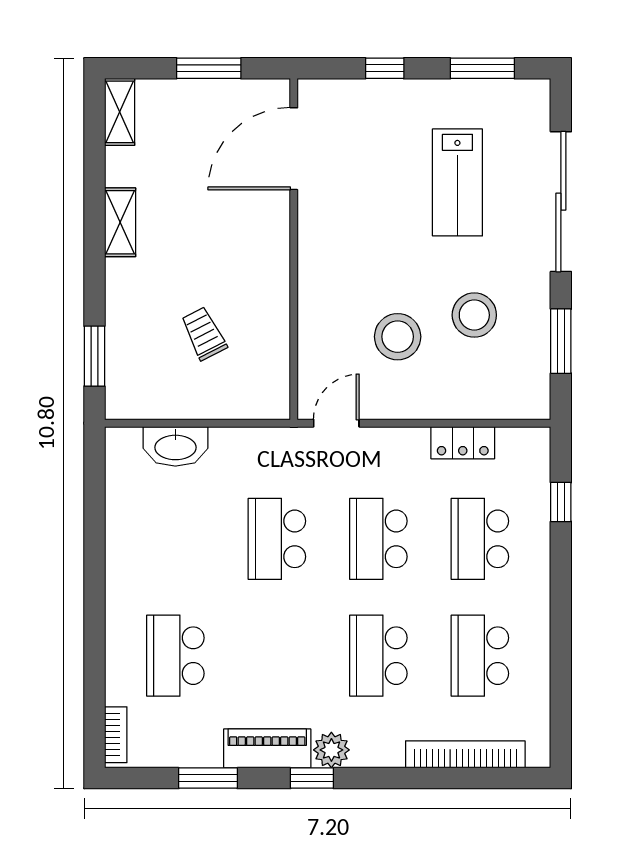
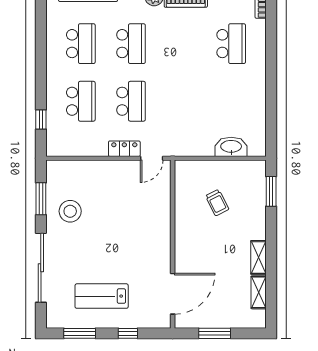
shelving: (120, 112) -> (259, 292), moved
lab bench: (457, 182) -> (102, 296), moved, turned -90
stool: (474, 315) -> (70, 211), moved
stool: (398, 337) -> (121, 201), removed
locker: (463, 443) -> (124, 149), moved
school desk: (277, 539) -> (181, 101), removed

